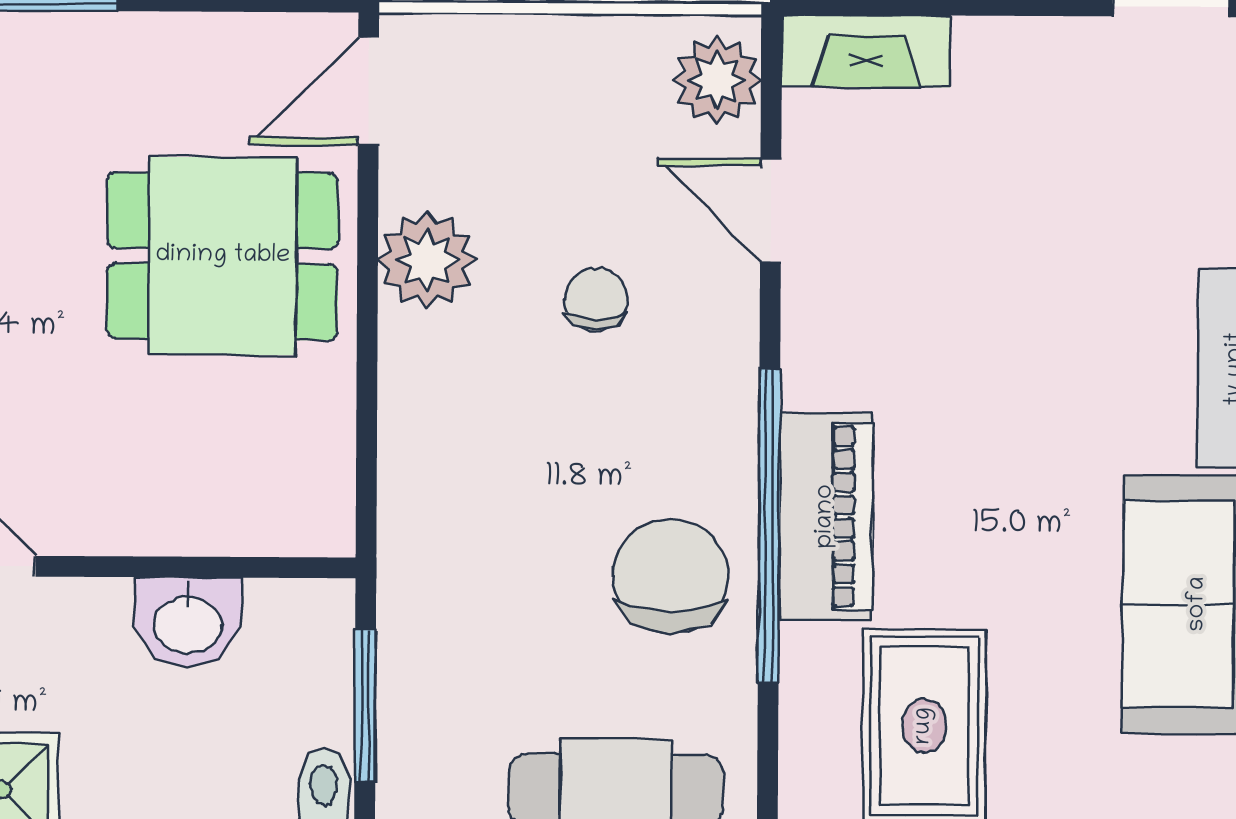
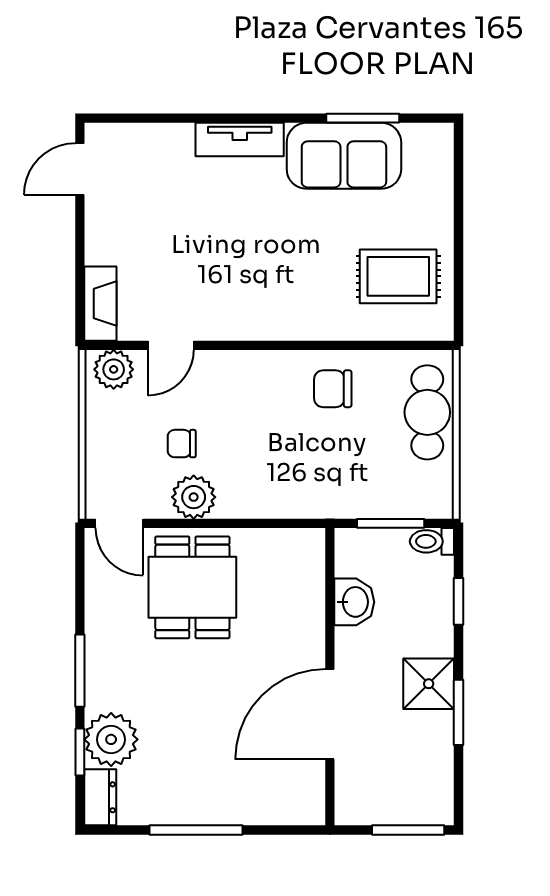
chair: (596, 299) -> (182, 444), moved
piano: (826, 516) -> (306, 320), removed
window: (769, 525) -> (310, 345), removed
chair: (670, 576) -> (333, 389), width x0.73, depth x0.73

